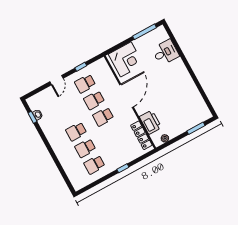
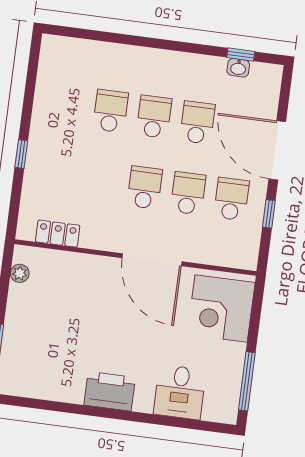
door: (56, 80) -> (277, 150), width x1.88
printer: (150, 122) -> (110, 391), moved, turned 180
locker: (141, 135) -> (58, 234), width x0.66
school desk: (94, 165) -> (197, 122), moved

